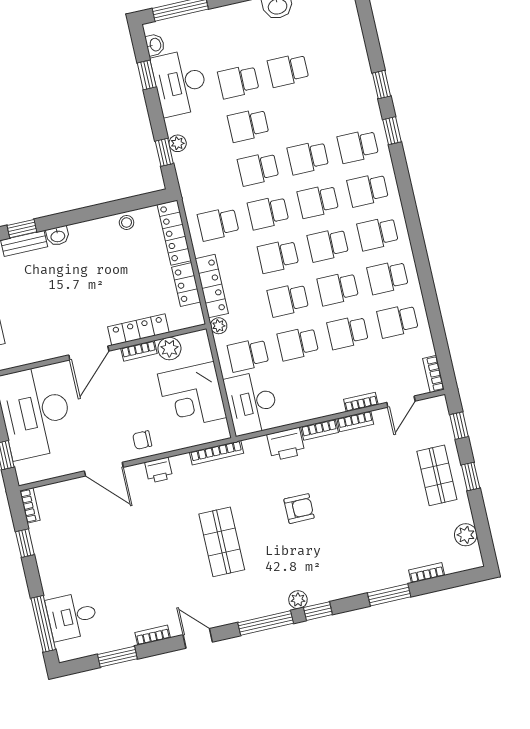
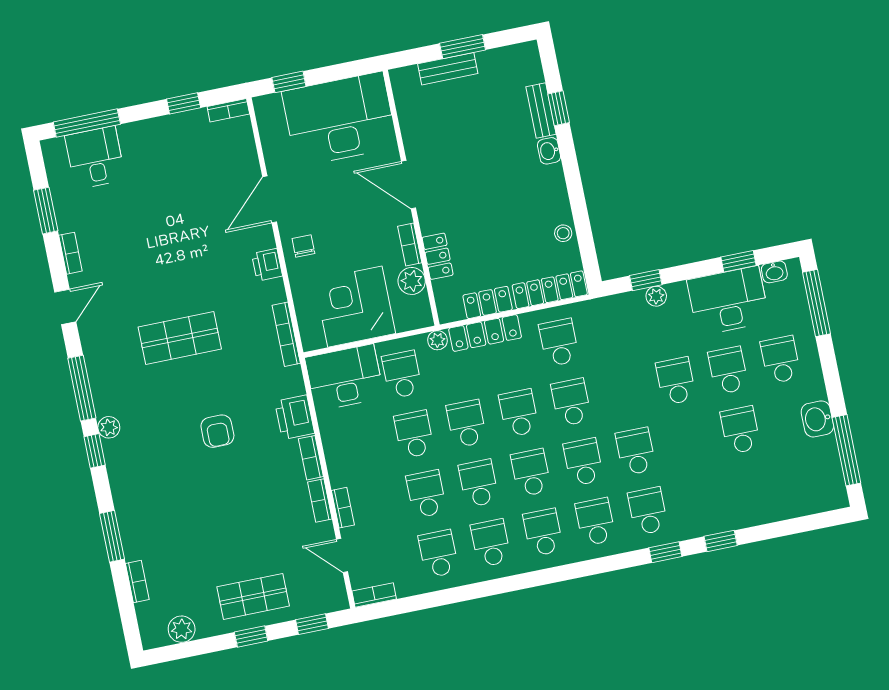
school desk: (258, 169) -> (781, 360), moved
locker: (138, 330) -> (438, 256), width x0.66

